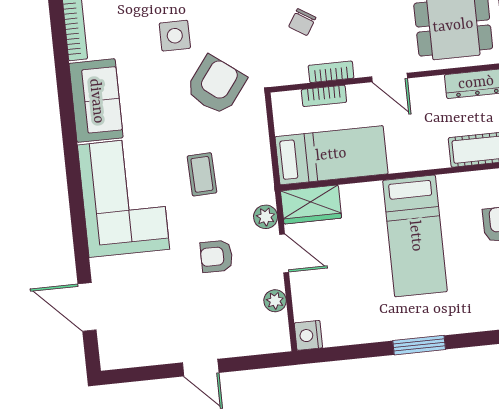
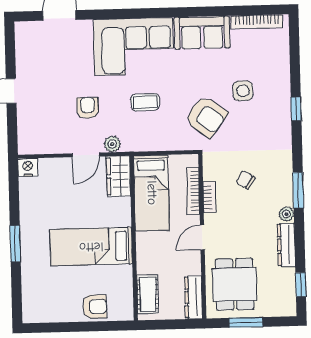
bookcase: (324, 96) -> (193, 191), width x1.56
plant: (275, 301) -> (54, 146), removed

